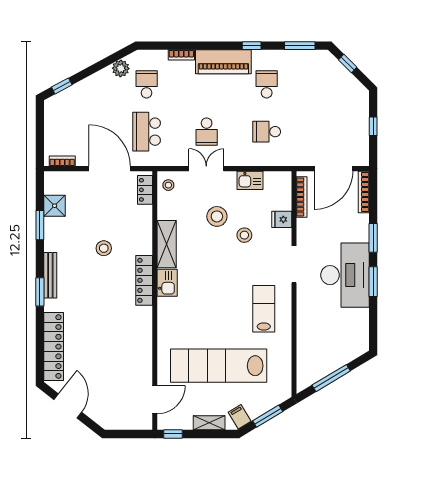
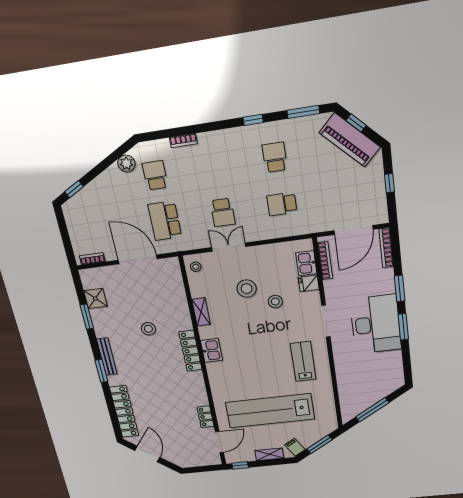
piano: (223, 62) -> (350, 140), moved, turned 45
kitchen sink: (250, 180) -> (306, 263), moved, turned 90
locker: (145, 190) -> (205, 417), moved
shelving: (167, 244) -> (201, 312), width x0.67, depth x0.75

